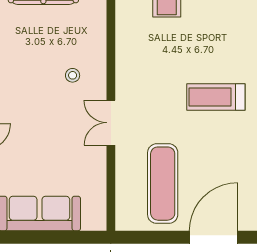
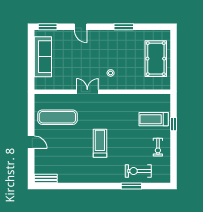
door: (214, 237) -> (31, 142), width x0.53

